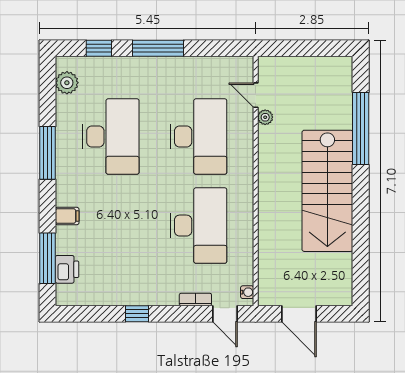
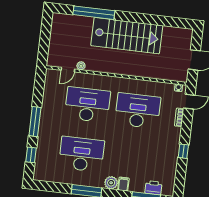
plant: (67, 83) -> (111, 183), moved

